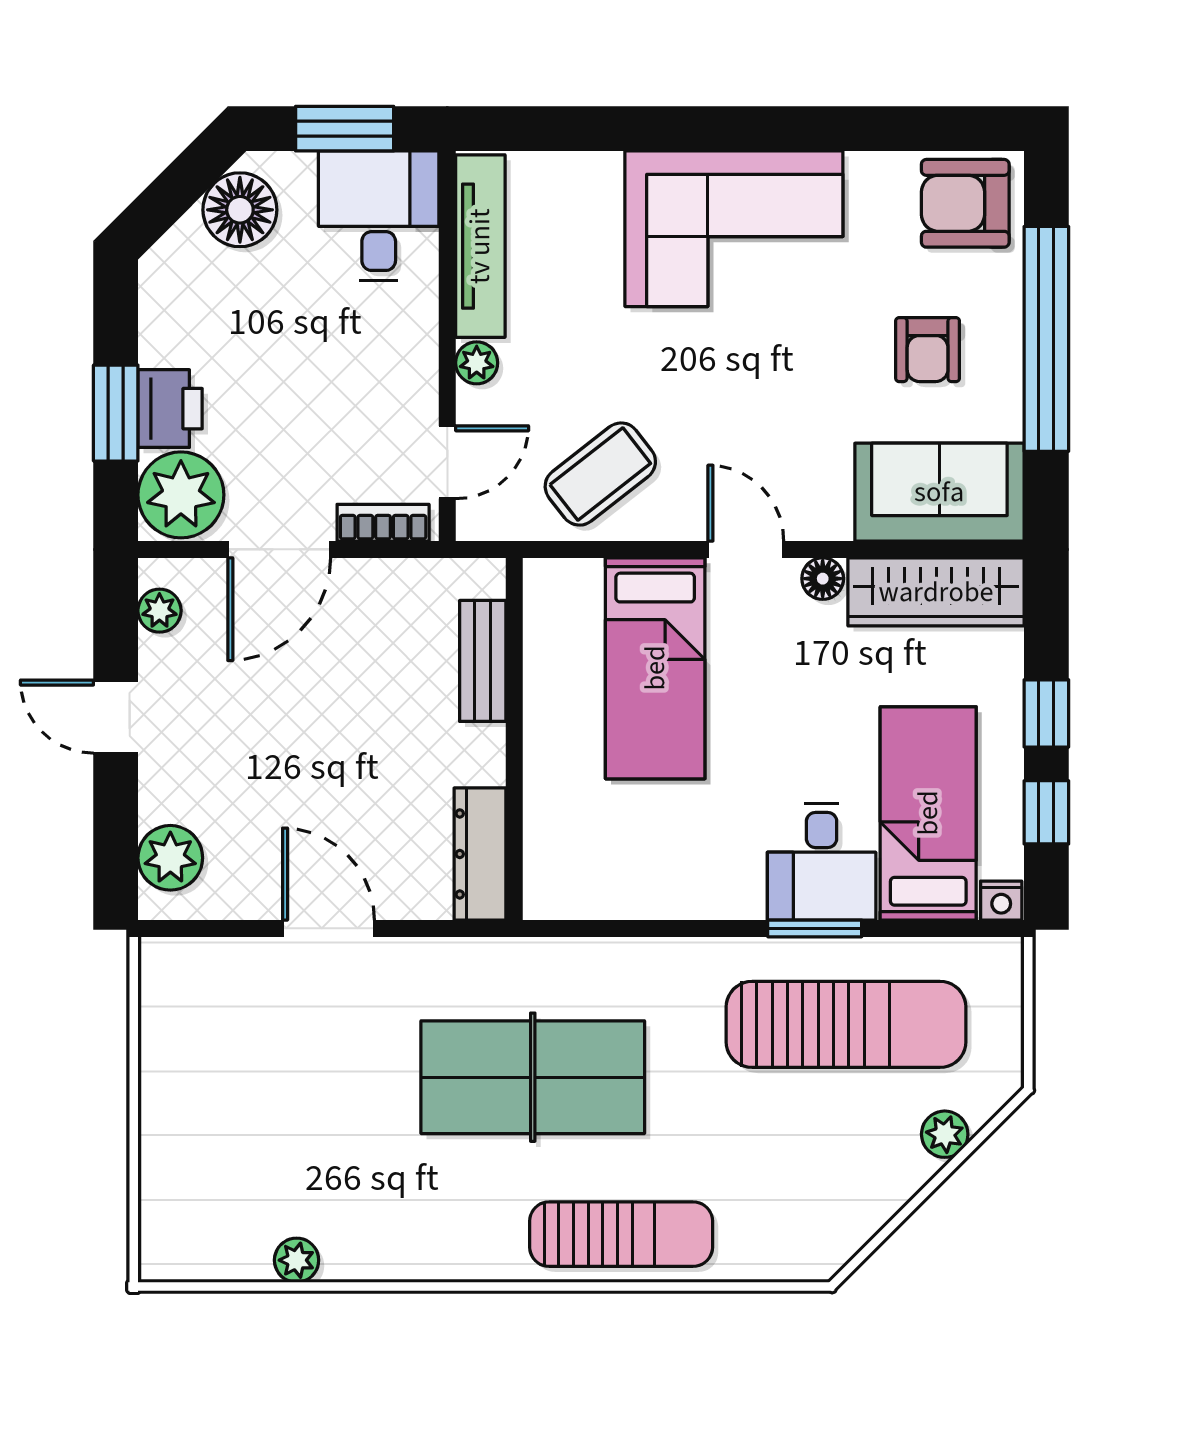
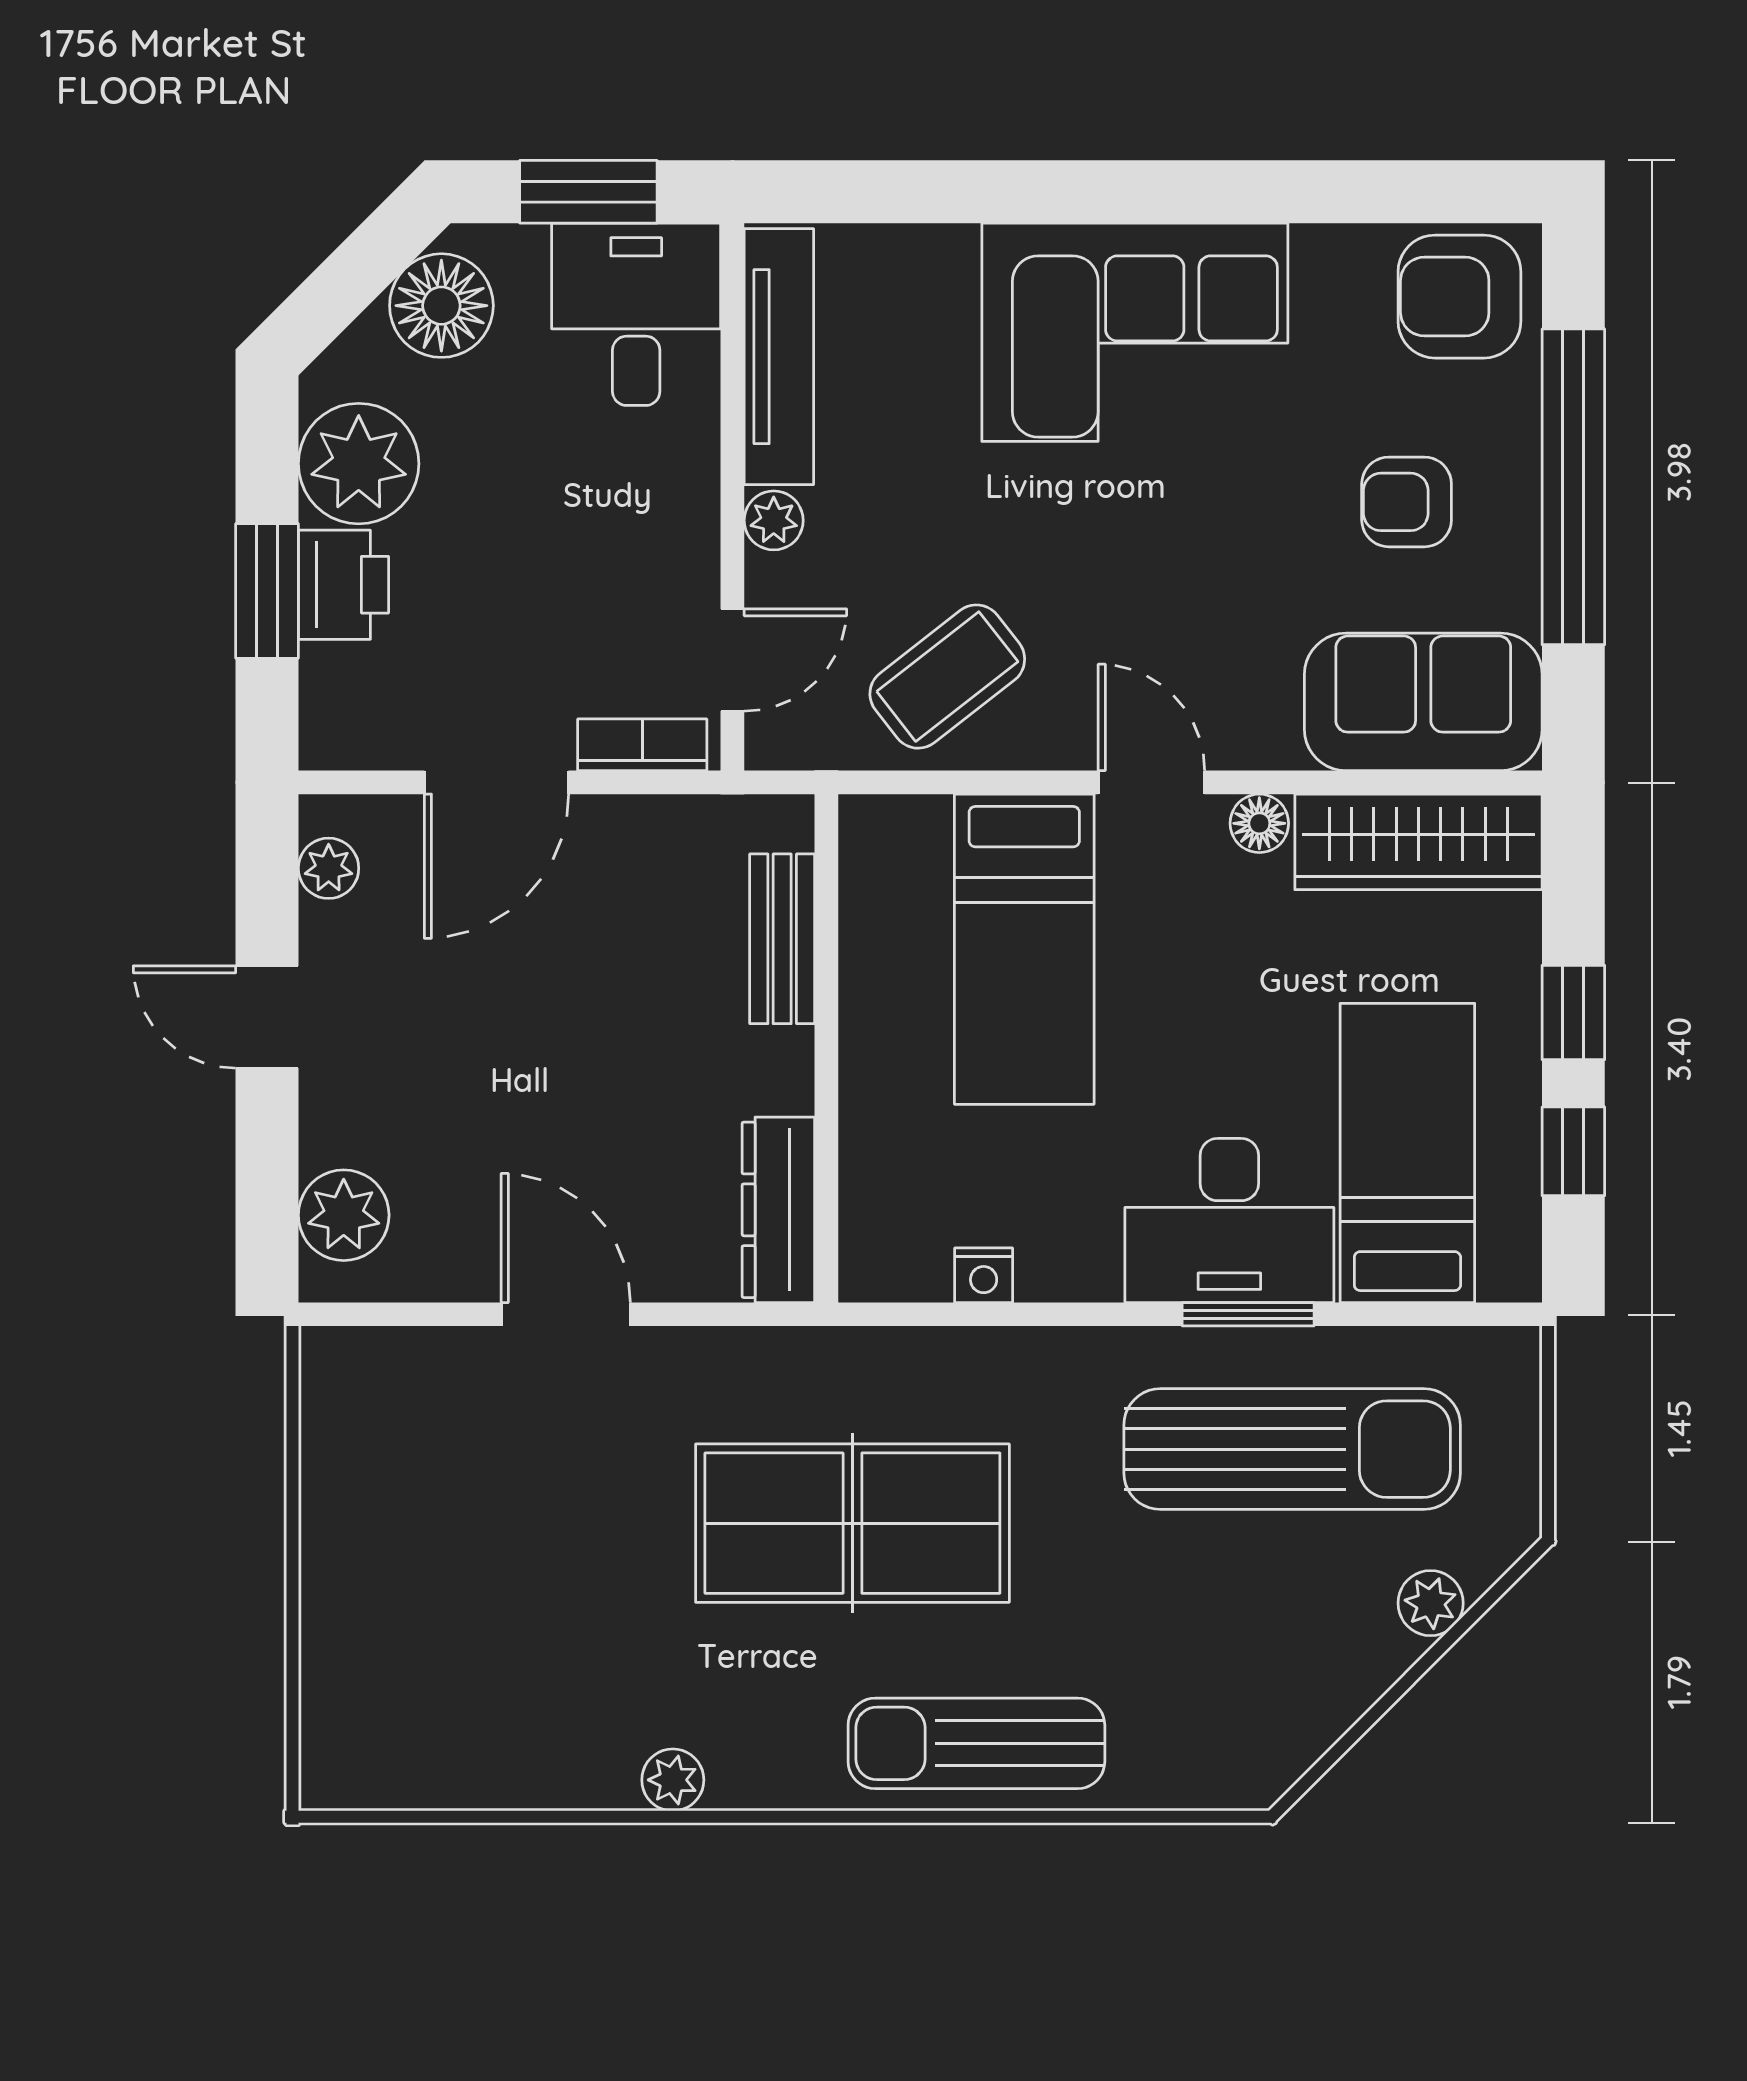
armchair: (928, 350) -> (1407, 502), turned 90
plant: (181, 495) -> (359, 464), moved
desk: (822, 862) -> (1229, 1220), width x1.37
nightstand: (1001, 901) -> (984, 1275), moved
sun lounger: (621, 1234) -> (976, 1743), turned 180
plant: (297, 1260) -> (673, 1780), moved

